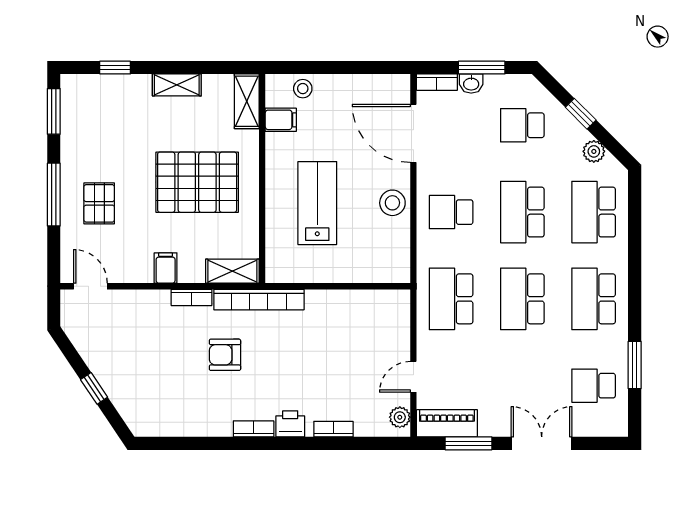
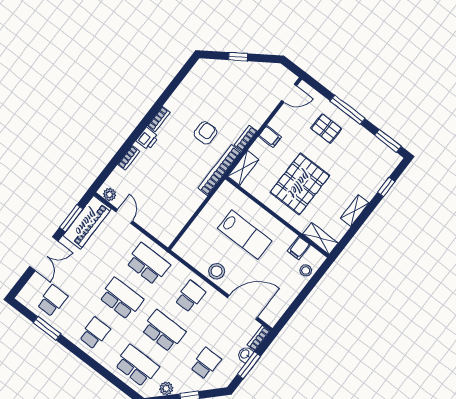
school desk: (594, 299) -> (95, 333), width x0.54
piano: (447, 423) -> (87, 222), width x1.37, depth x1.33

